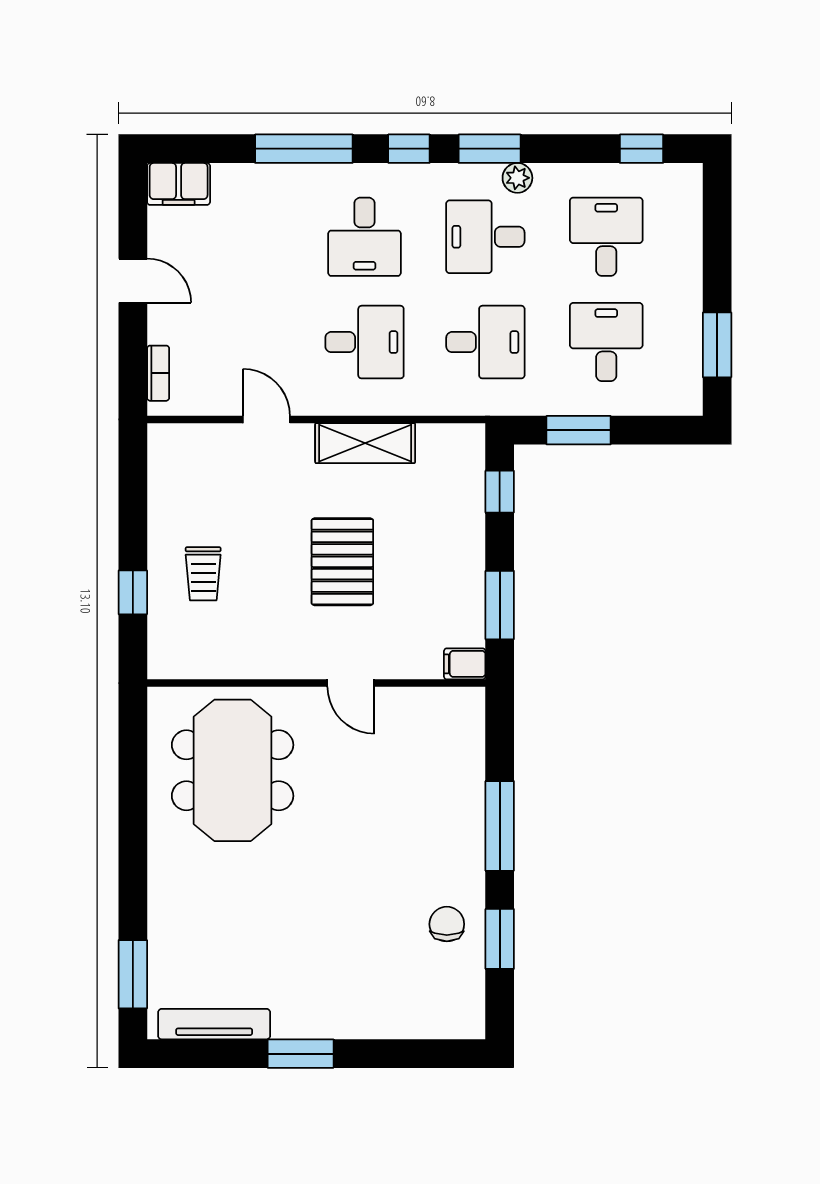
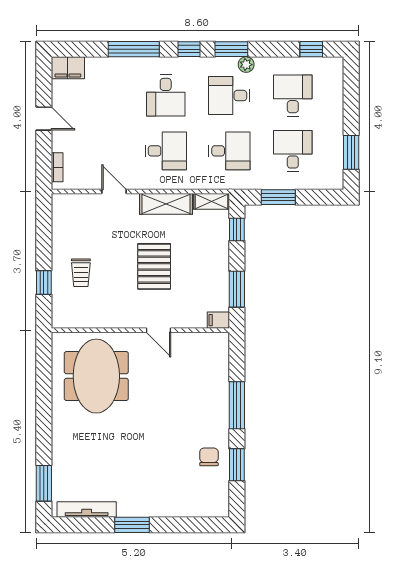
shelving: (452, 438) -> (212, 201), added

